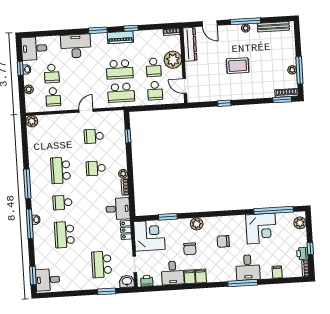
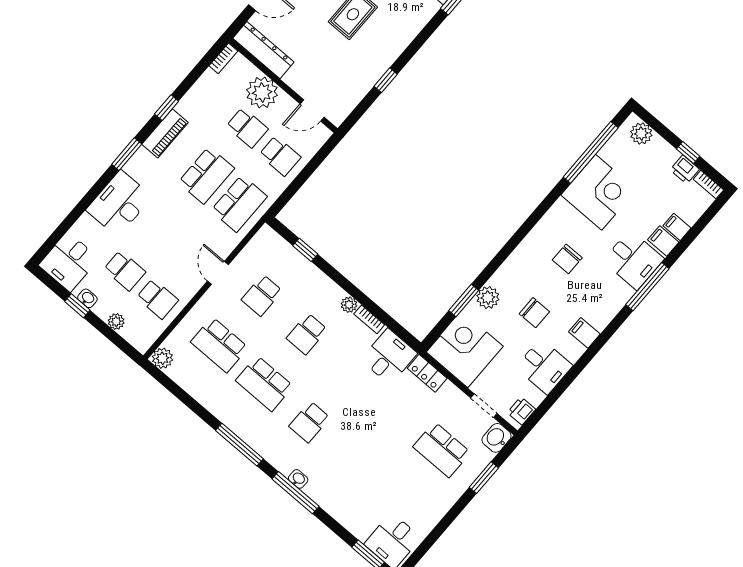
plant: (197, 224) -> (488, 298), moved
school desk: (64, 235) -> (219, 345), moved
filing cabinet: (190, 277) -> (663, 241), moved

